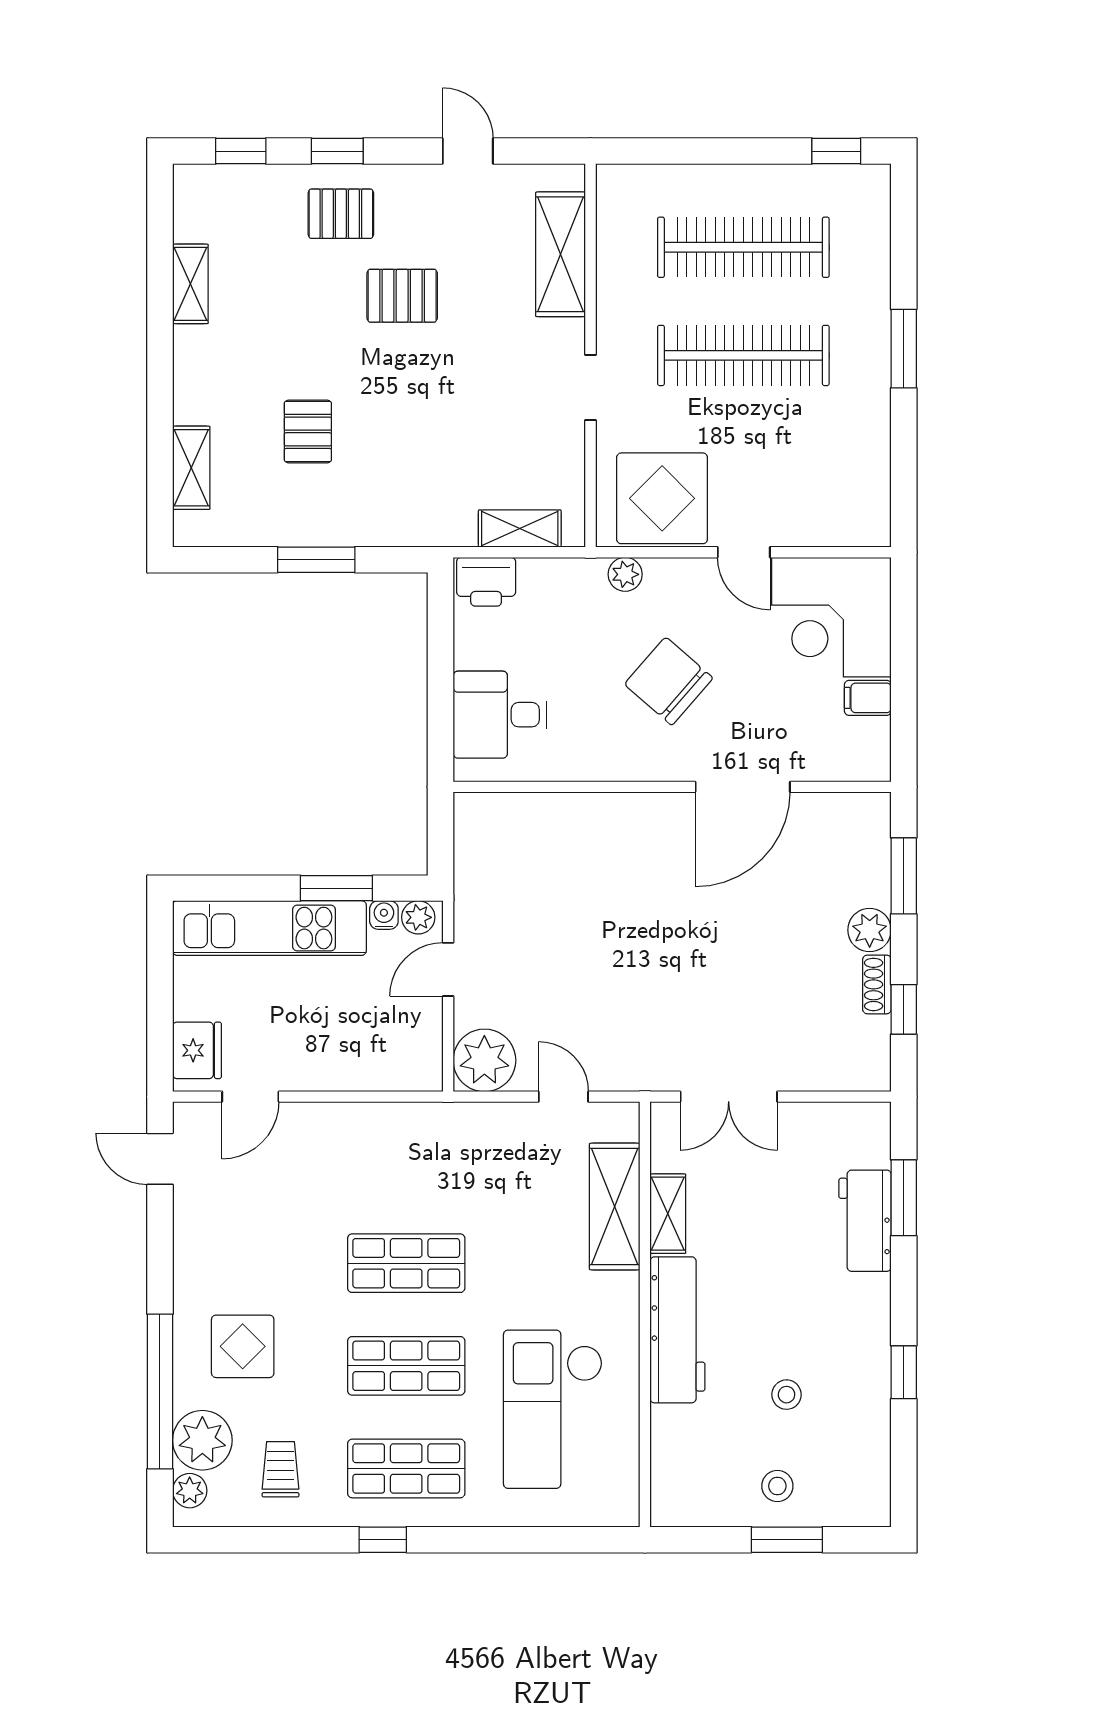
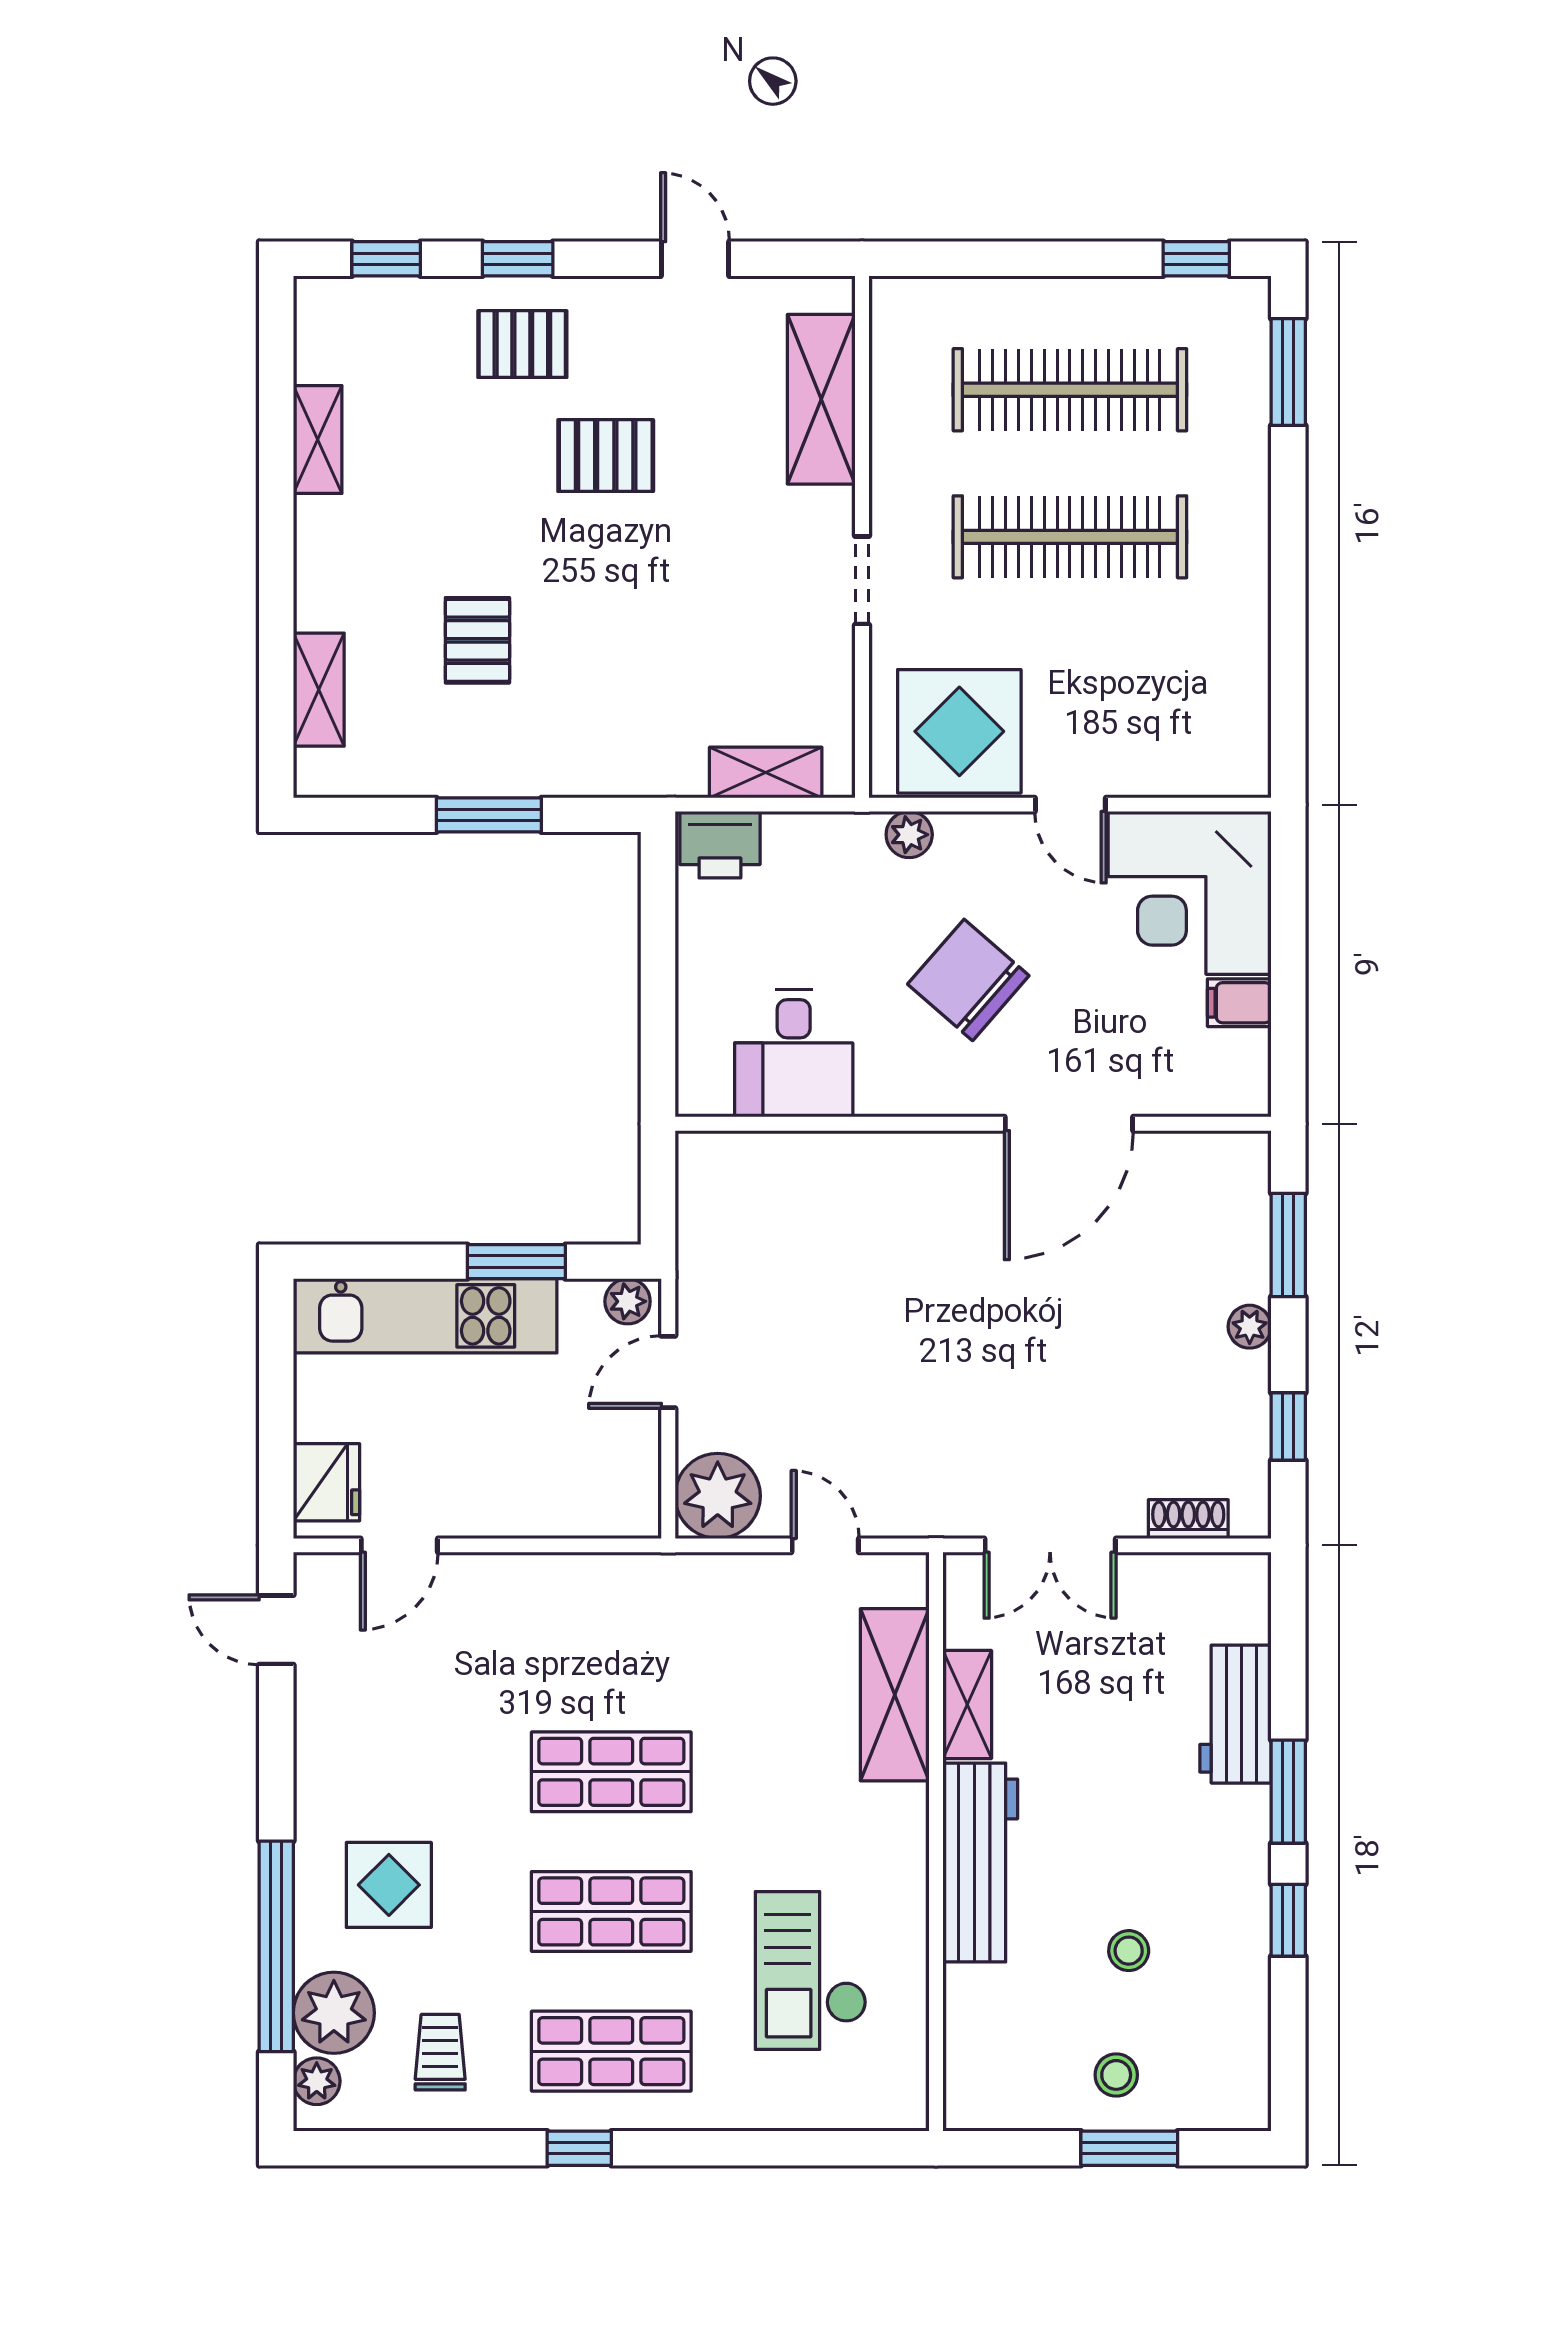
window: (904, 349) -> (1288, 372), moved
desk: (500, 715) -> (794, 1053), moved, turned -90
water cooler: (384, 915) -> (581, 1298), removed
plant: (870, 930) -> (1250, 1327), width x0.73, depth x0.73
shoe rack: (877, 984) -> (1188, 1519), moved, turned 90
window: (904, 1198) -> (1288, 1792), moved
checkout: (553, 1409) -> (811, 1971), width x0.73, depth x0.83

